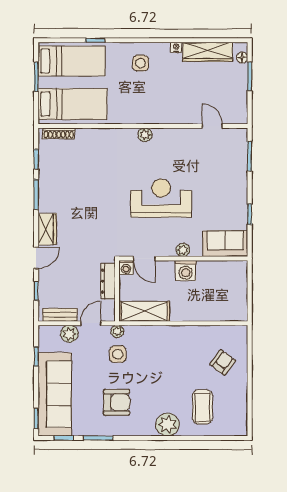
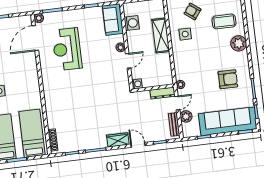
door: (212, 126) -> (35, 38), width x1.87
plant: (145, 135) -> (39, 18), moved
reception desk: (161, 198) -> (67, 49), moved
door: (144, 259) -> (128, 61), moved
washing machine: (186, 271) -> (132, 23), moved
dresser: (108, 281) -> (162, 93), moved
shelving: (144, 311) -> (161, 35), moved
door: (91, 323) -> (177, 103), swing flipped
side table: (118, 354) -> (185, 34), moved
armchair: (117, 402) -> (228, 79), turned 90

